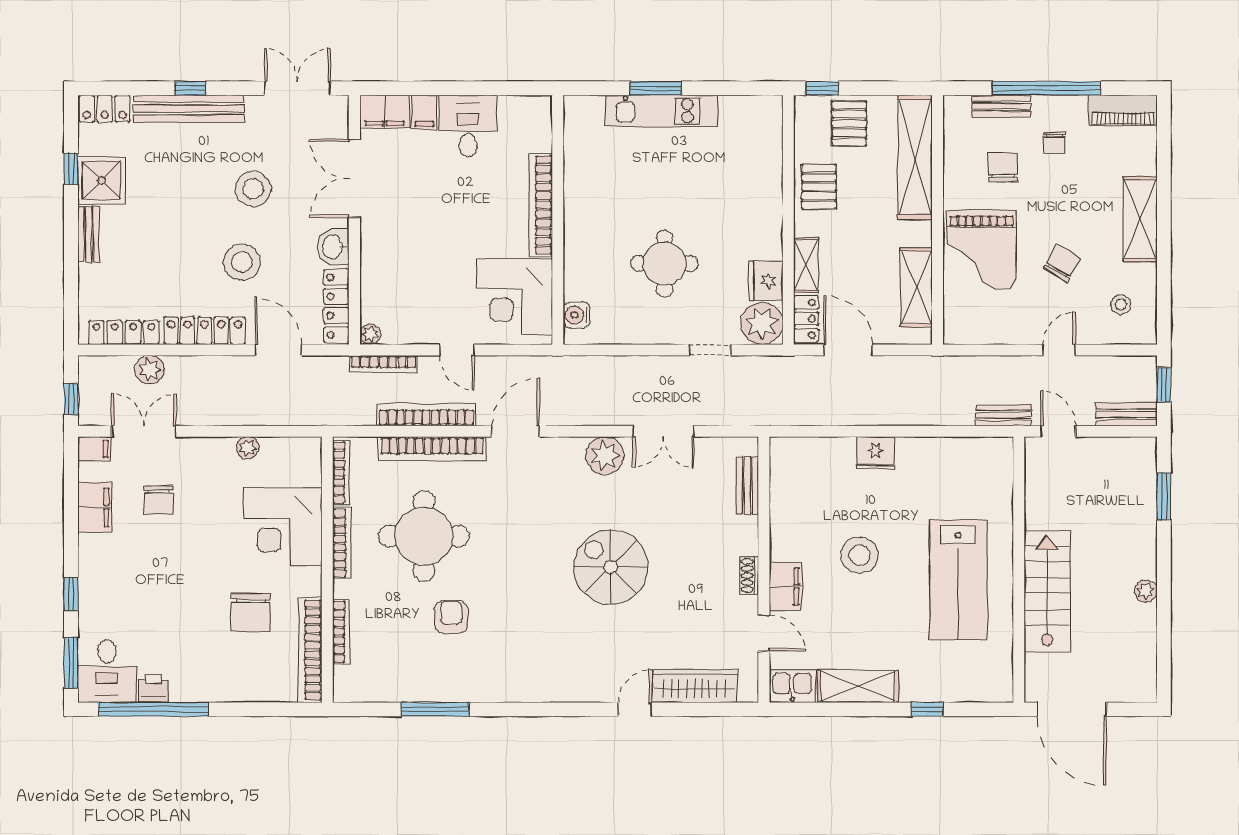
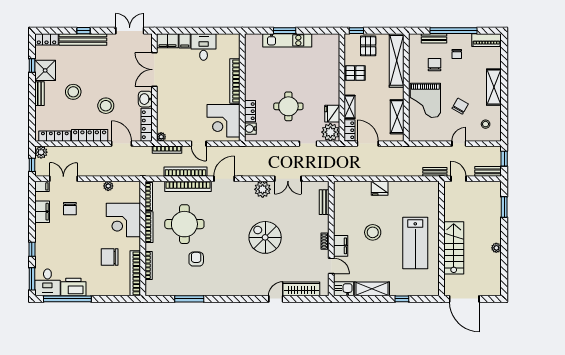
pallet: (819, 187) -> (355, 73), turned 90
stool: (253, 189) -> (73, 92), moved
locker: (576, 275) -> (250, 111), added
plant: (149, 370) -> (41, 152), moved
chair: (251, 613) -> (110, 257), turned 90
printer: (153, 689) -> (73, 287), width x1.87, depth x1.48

